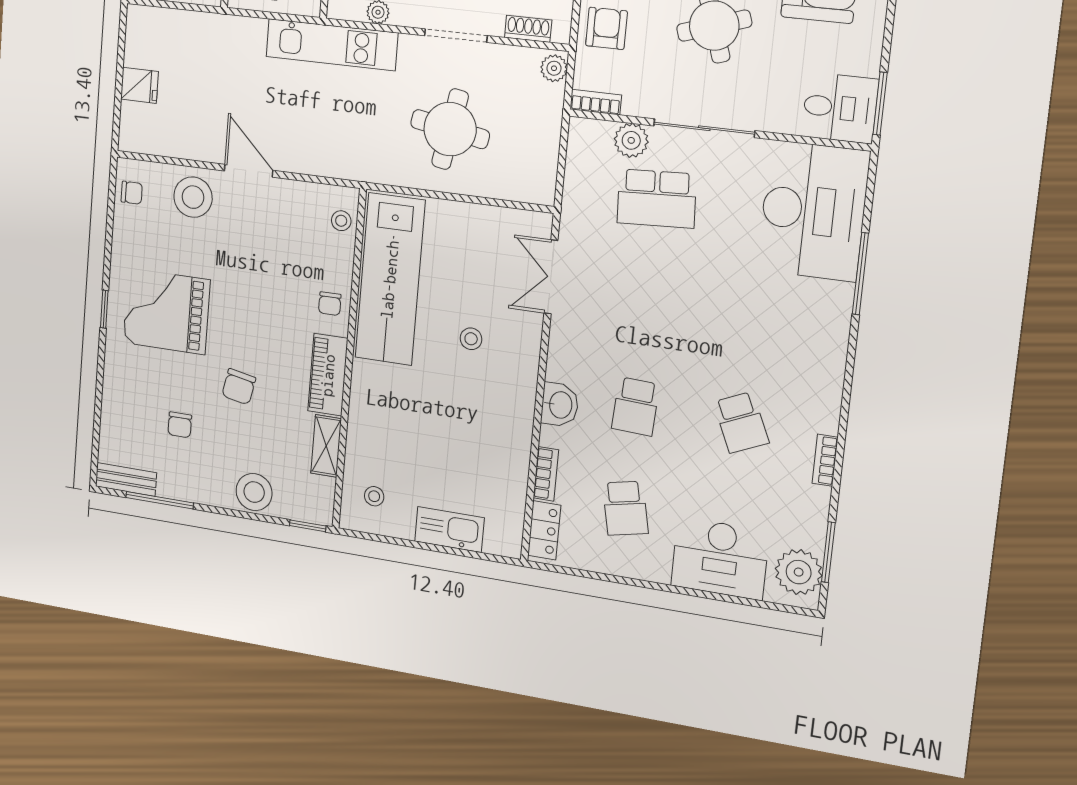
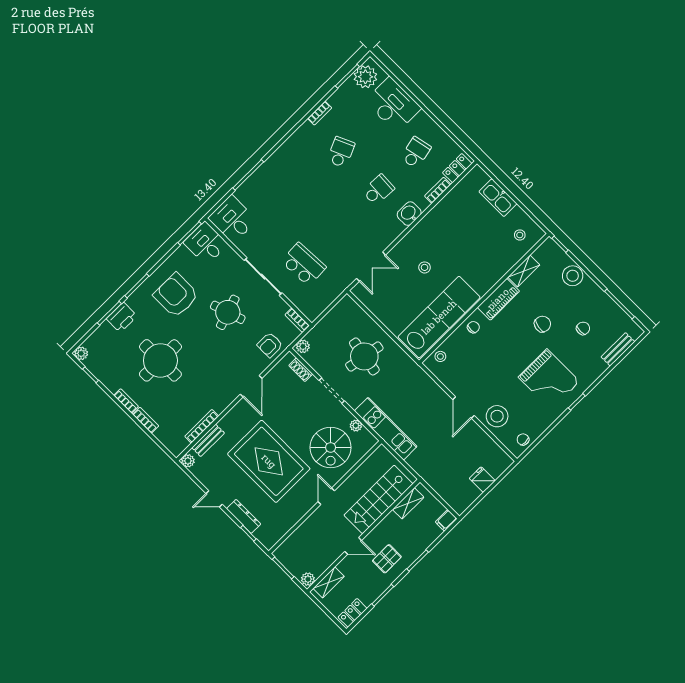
plant: (631, 140) -> (295, 294), removed
desk: (813, 211) -> (232, 219), width x0.53, depth x0.77
bench: (126, 479) -> (618, 349), moved, turned 90

